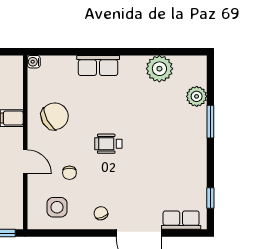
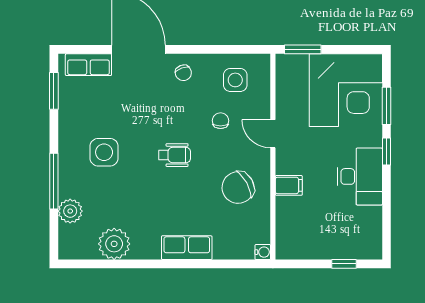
window: (210, 122) -> (54, 181), width x1.44
side table: (168, 146) -> (104, 152), added
window: (210, 198) -> (54, 91), width x1.50

